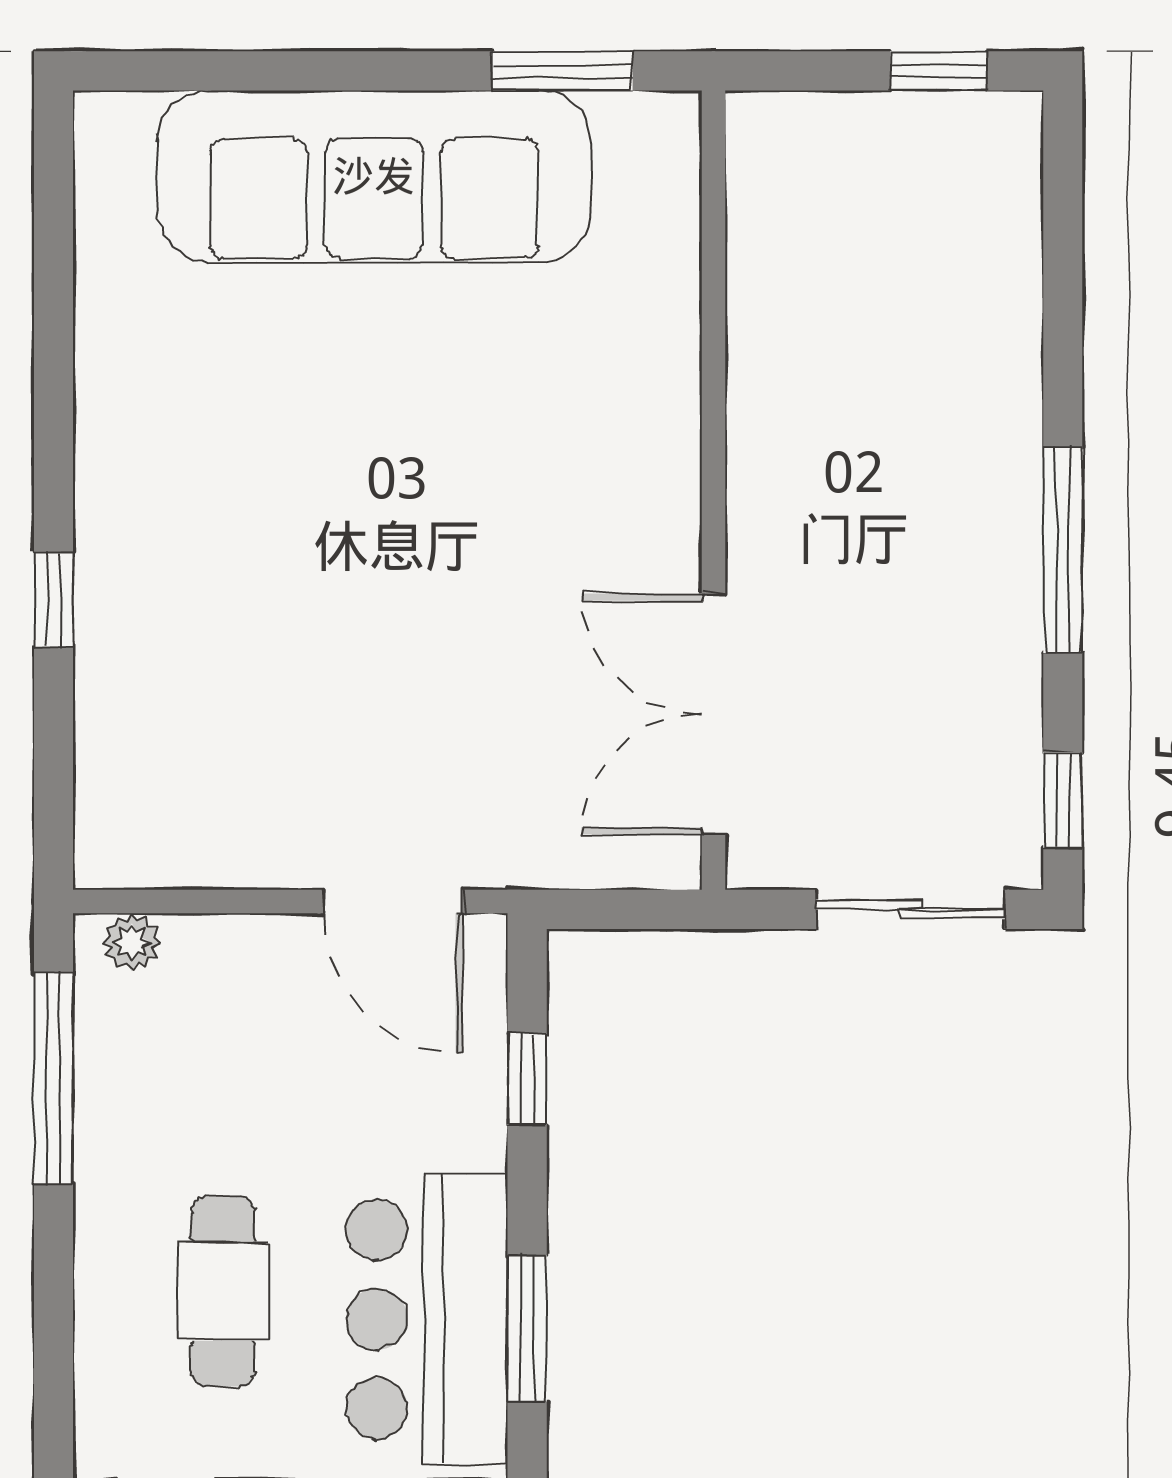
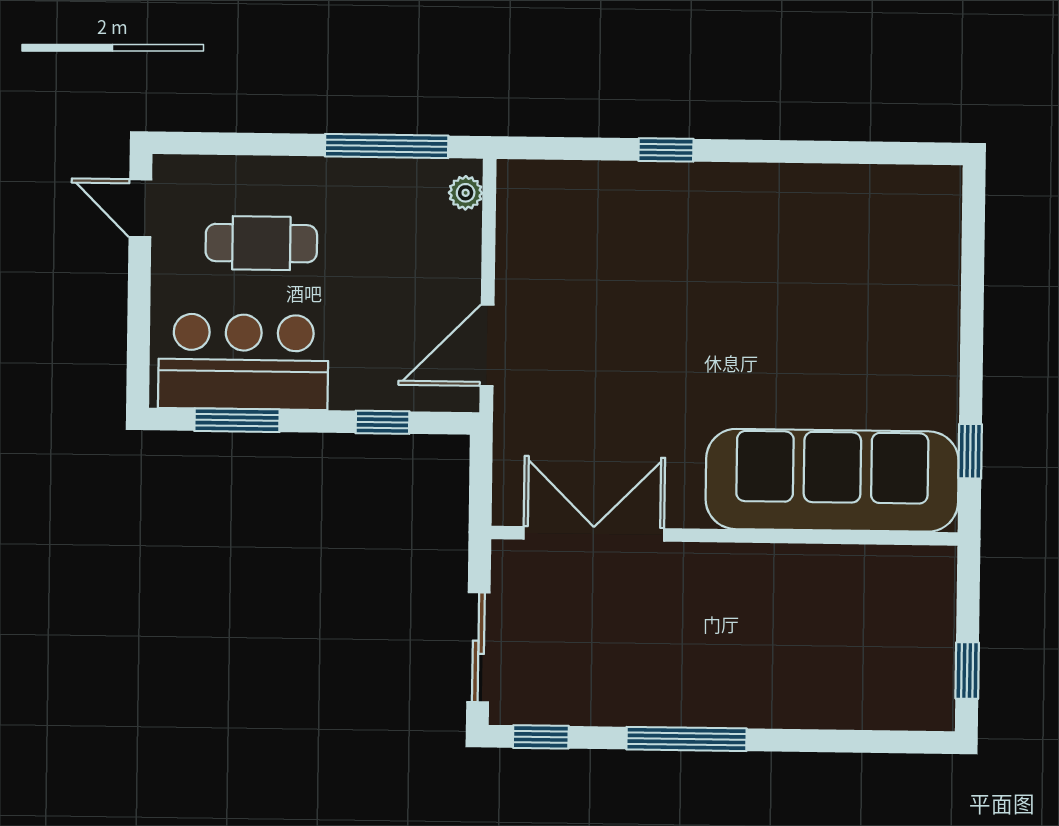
window: (563, 71) -> (970, 451), width x0.67
sofa: (374, 176) -> (832, 480), moved, turned 90

